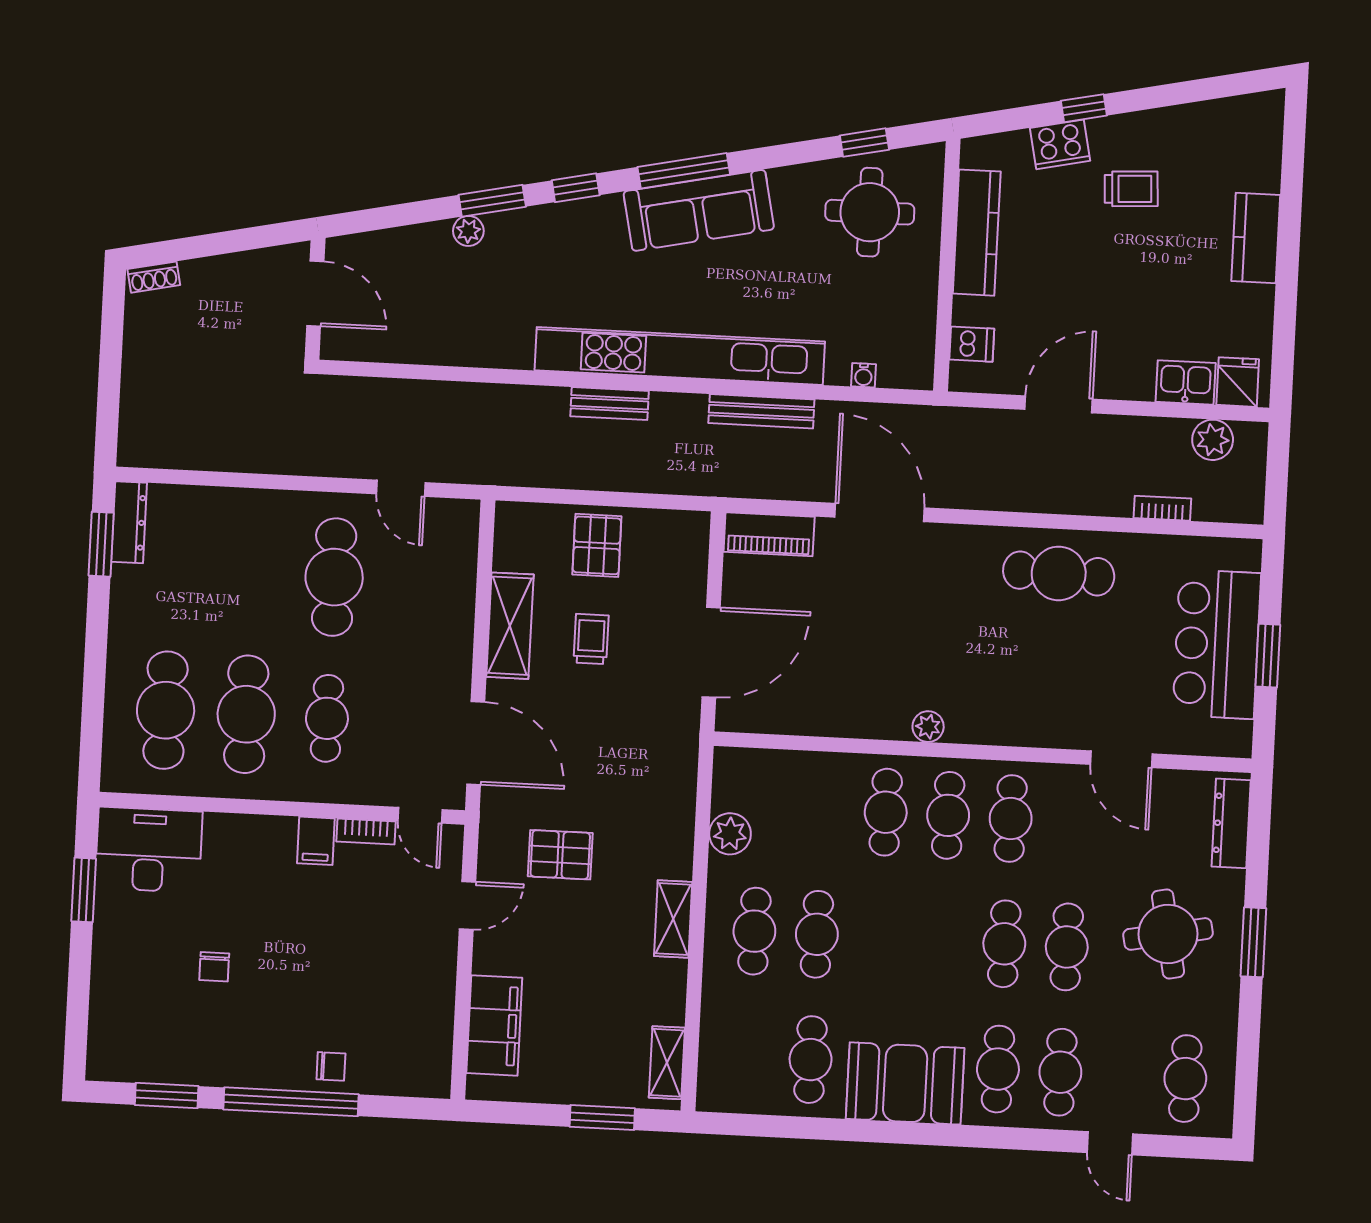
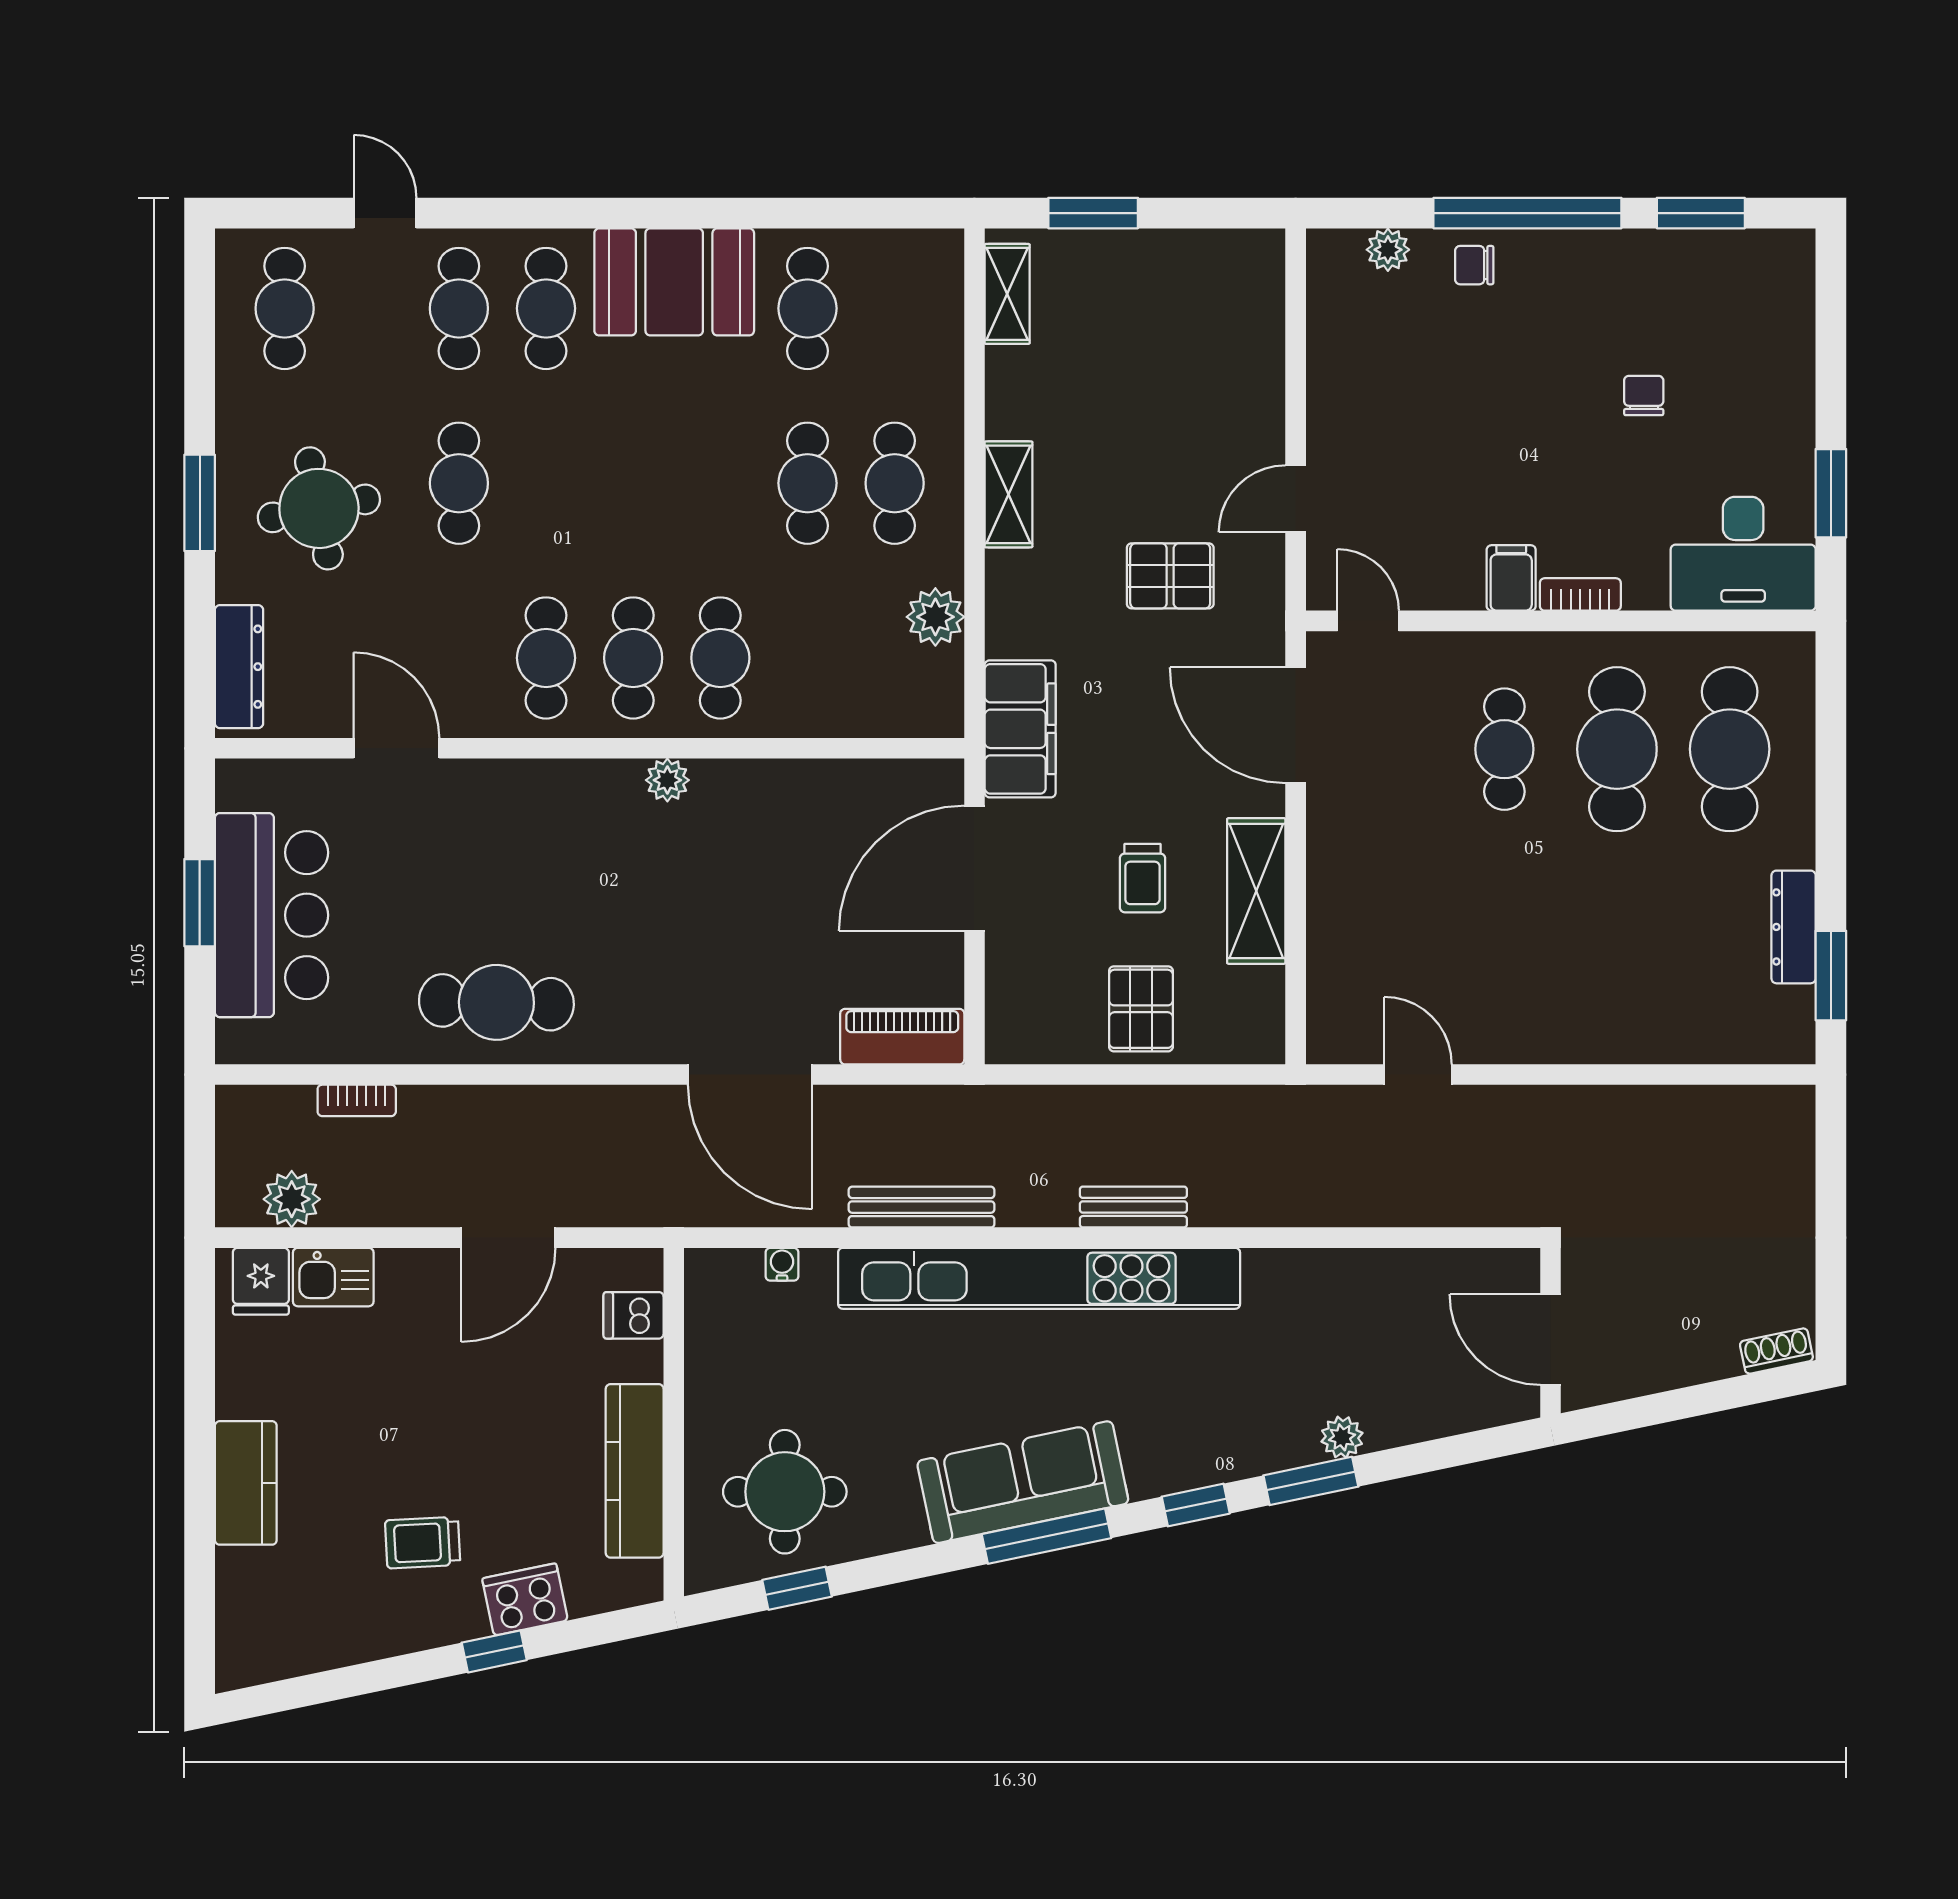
dresser: (129, 522) -> (1794, 927), moved
cafe table: (334, 577) -> (1504, 946), removed
bookcase: (366, 832) -> (1580, 594), moved
cafe table: (1004, 944) -> (546, 483), removed
filing cabinet: (494, 1025) -> (1020, 729), moved, turned 180
plant: (392, 1081) -> (1388, 250), added

